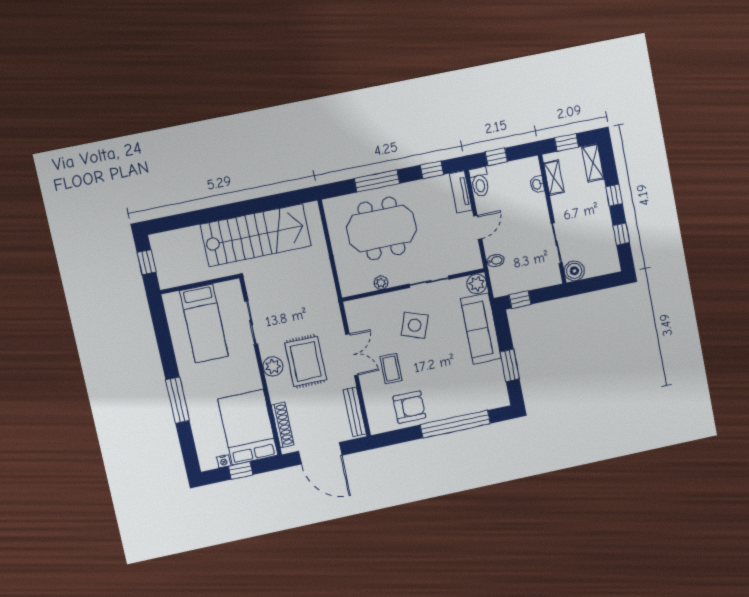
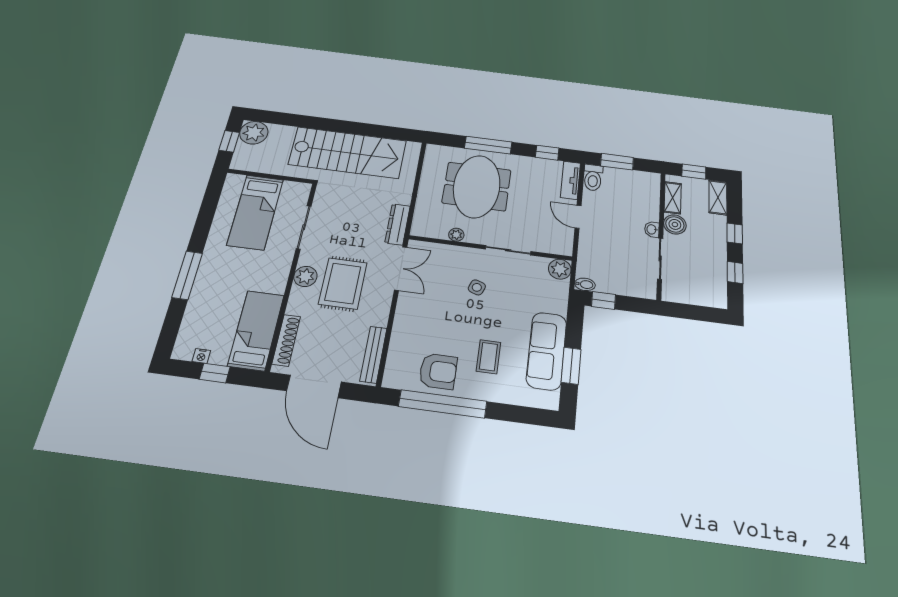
window: (496, 157) -> (617, 162), width x1.50
washbasin: (537, 184) -> (652, 229), moved
door: (478, 227) -> (578, 217), swing flipped
meeting table: (382, 229) -> (477, 186), turned 90
plant: (164, 245) -> (254, 133), added
bidet: (495, 261) -> (585, 284), moved
boiler: (574, 271) -> (675, 224), moved
dresser: (328, 291) -> (397, 224), added
side table: (415, 325) -> (477, 287), width x0.54, depth x0.54
sofa: (481, 329) -> (547, 351), moved
double door: (352, 355) -> (401, 268), moved
coffee table: (391, 369) -> (488, 357), moved
window: (455, 424) -> (443, 404), moved
bed: (248, 427) -> (256, 330), width x0.67

